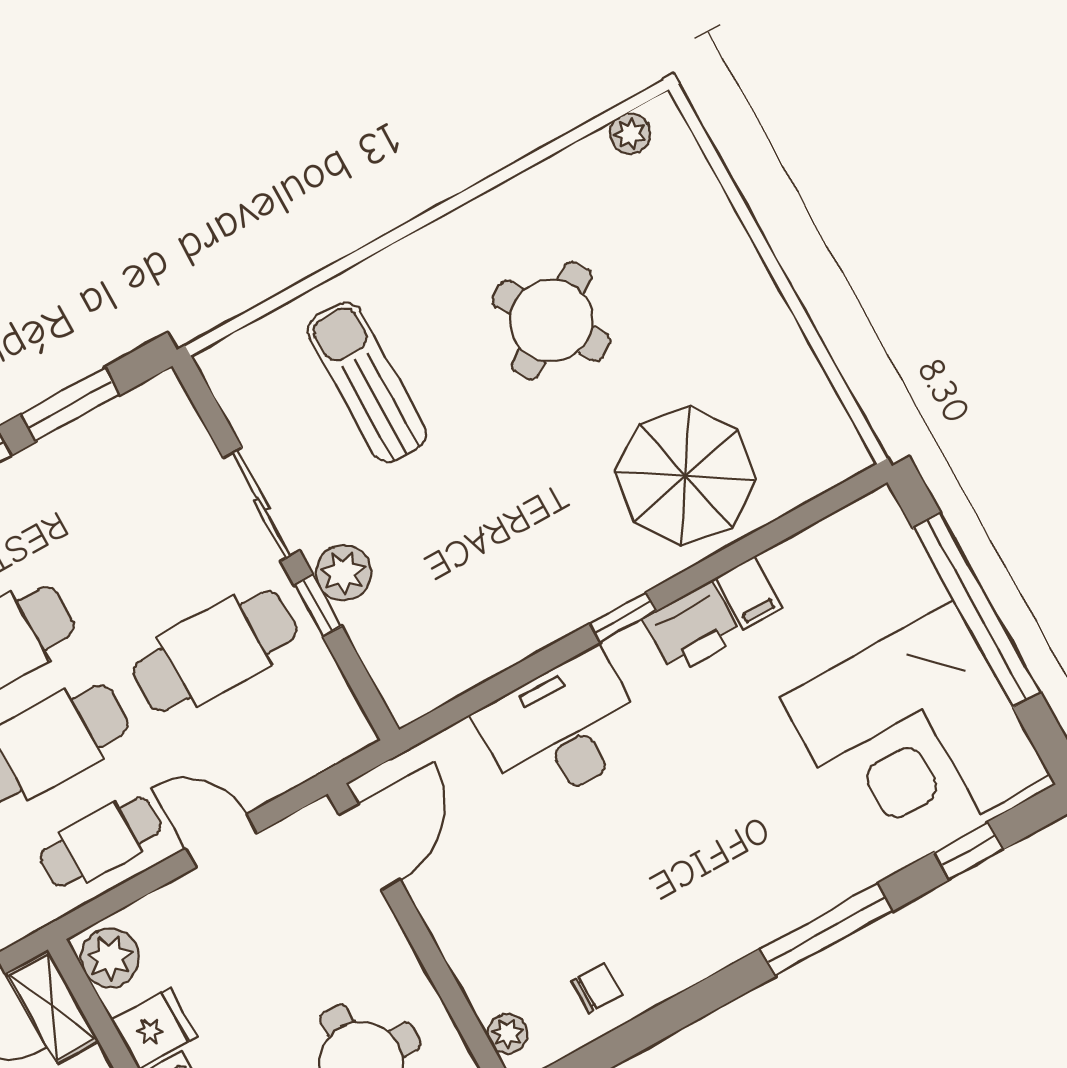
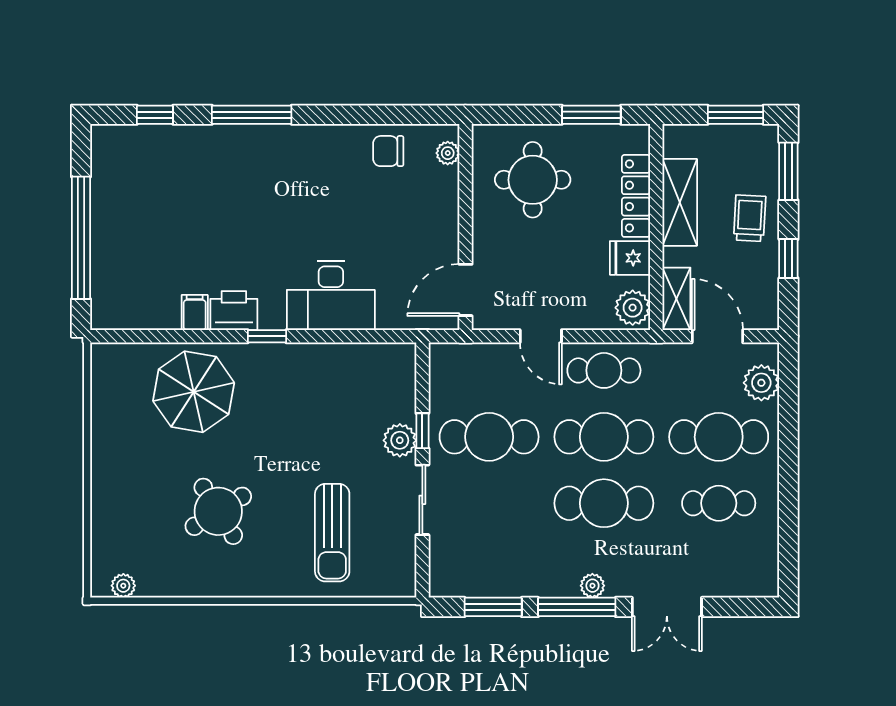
corner desk: (915, 736) -> (150, 190), removed
chair: (596, 988) -> (388, 151), width x1.37, depth x1.37

